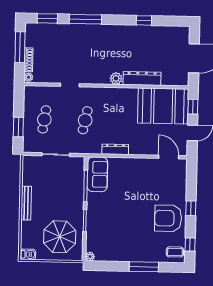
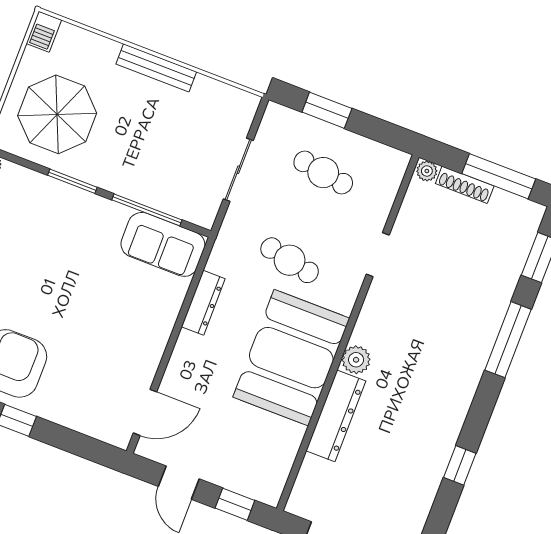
booth: (163, 106) -> (291, 358), moved

